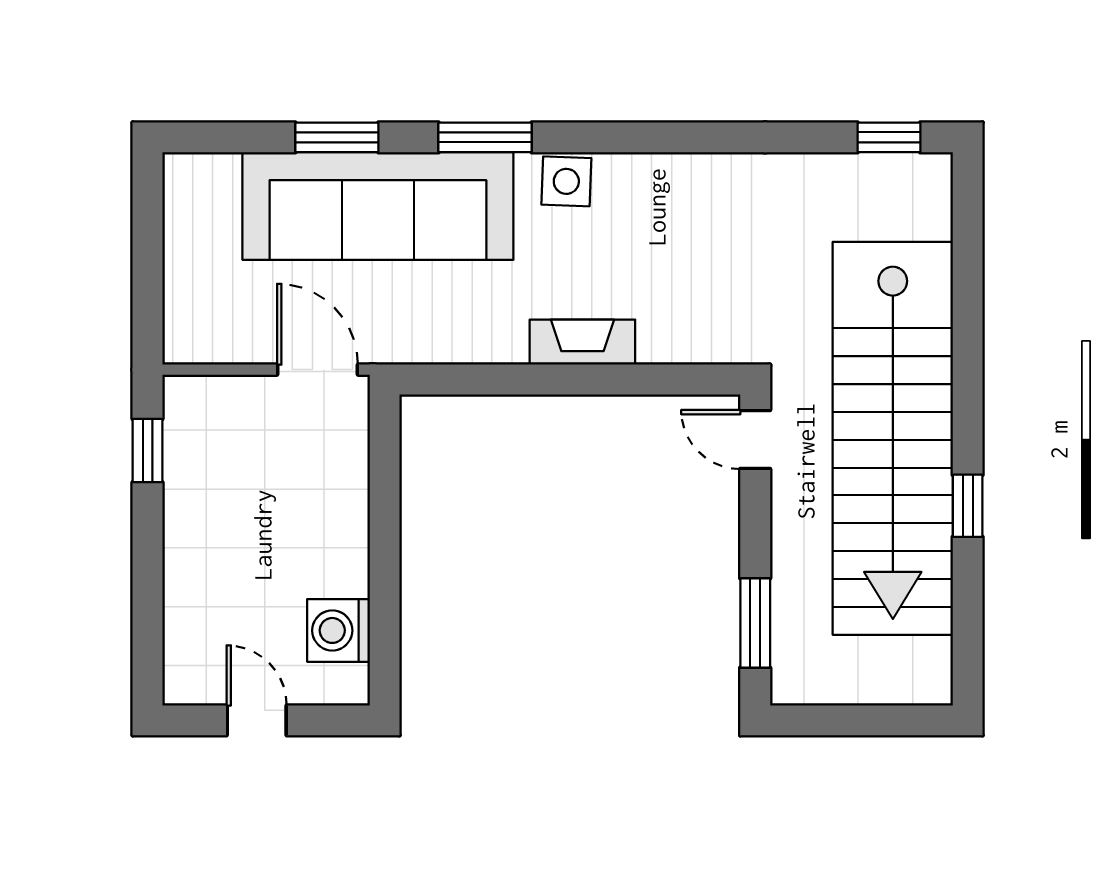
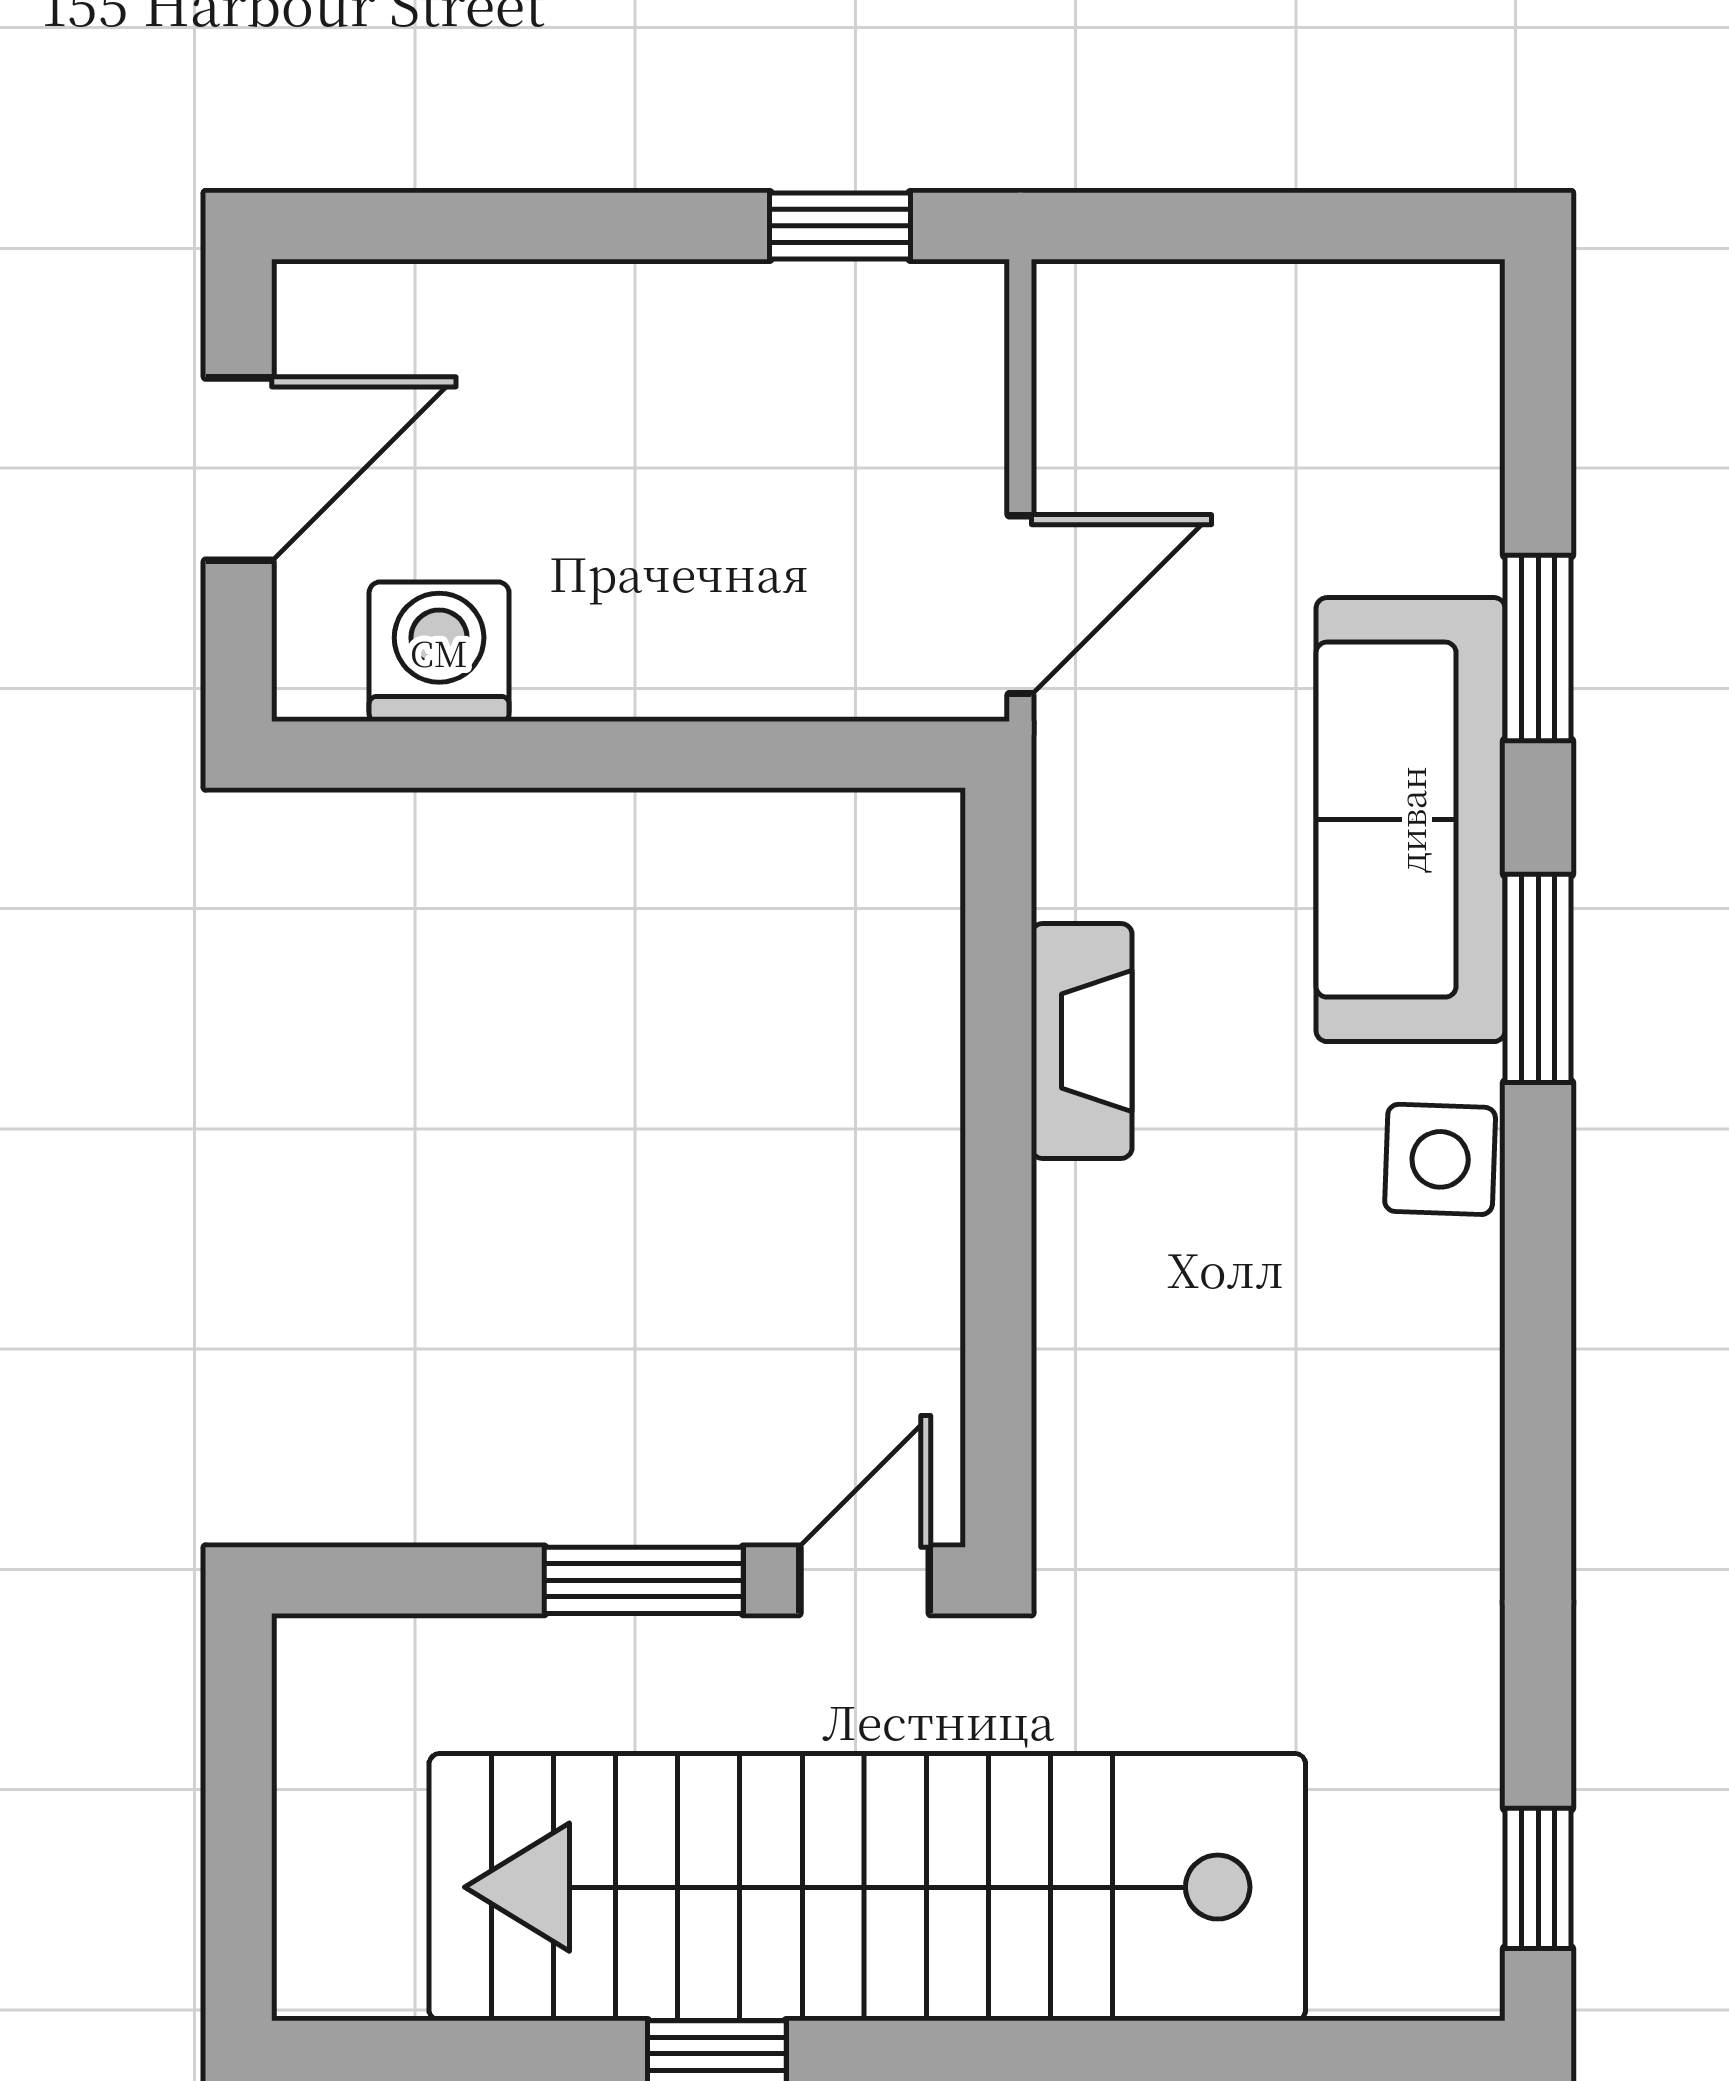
sofa: (378, 206) -> (1411, 820), width x0.74, depth x0.79
fireplace: (582, 342) -> (1082, 1041), moved
window: (755, 623) -> (644, 1580), moved
door: (257, 720) -> (239, 469), width x1.38

